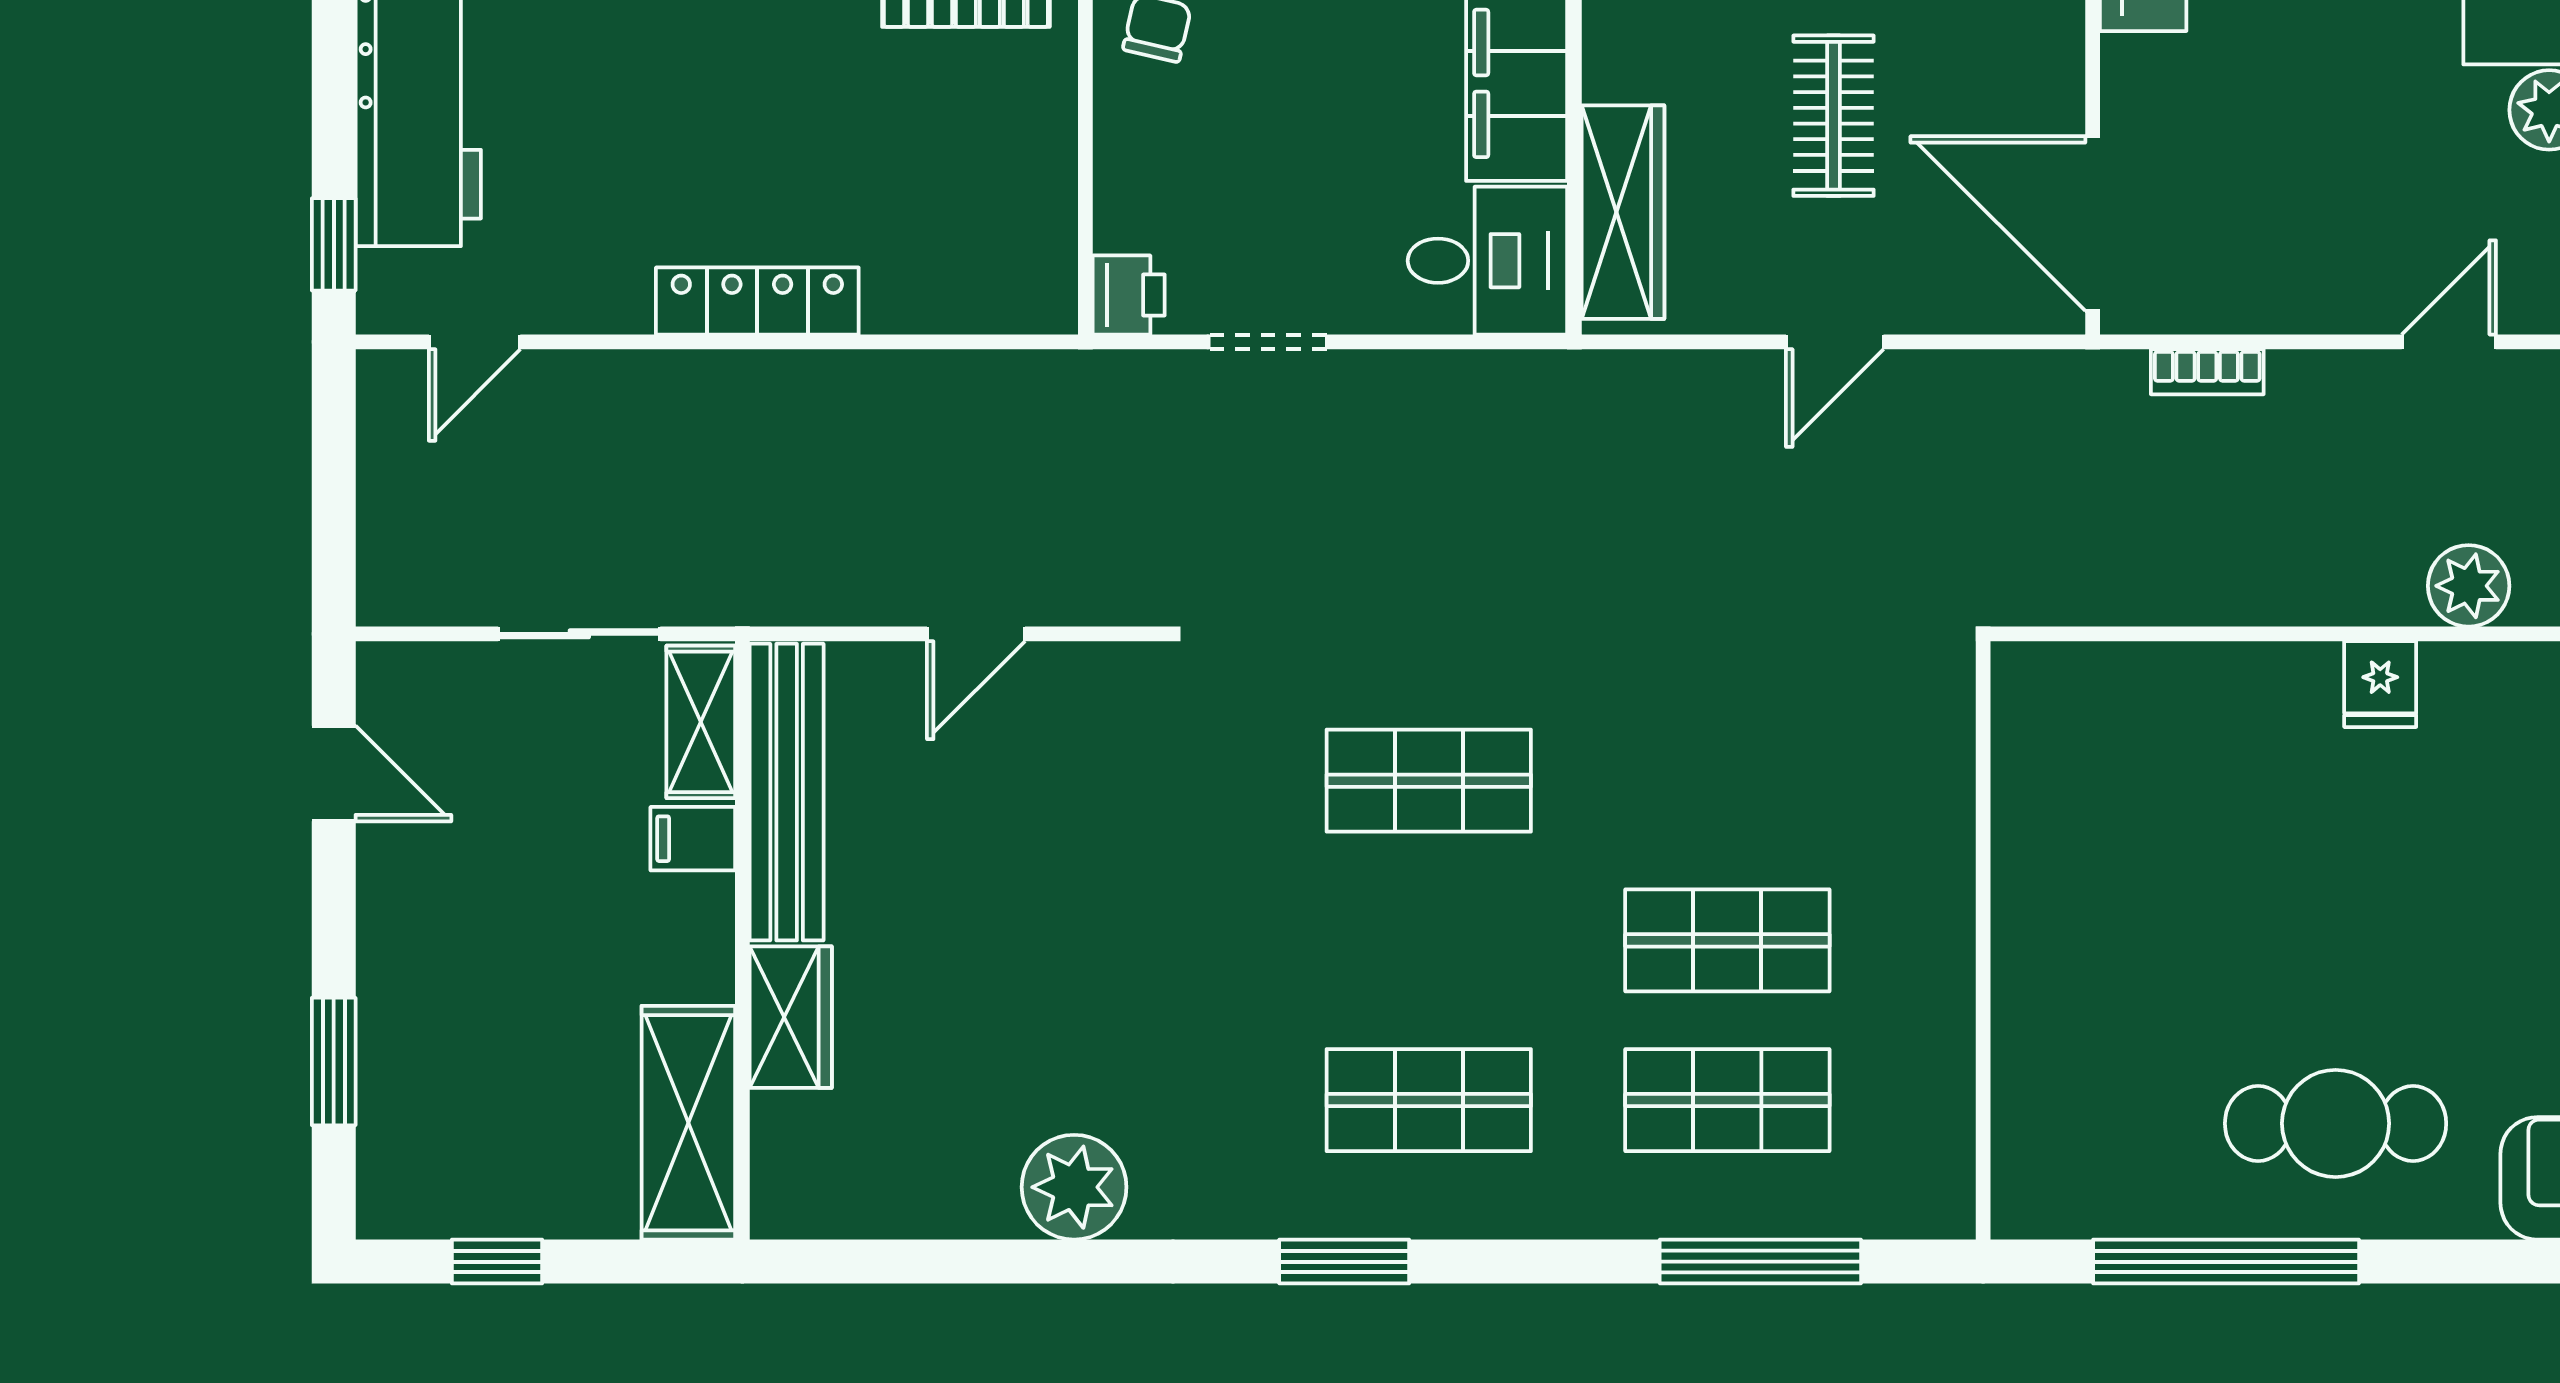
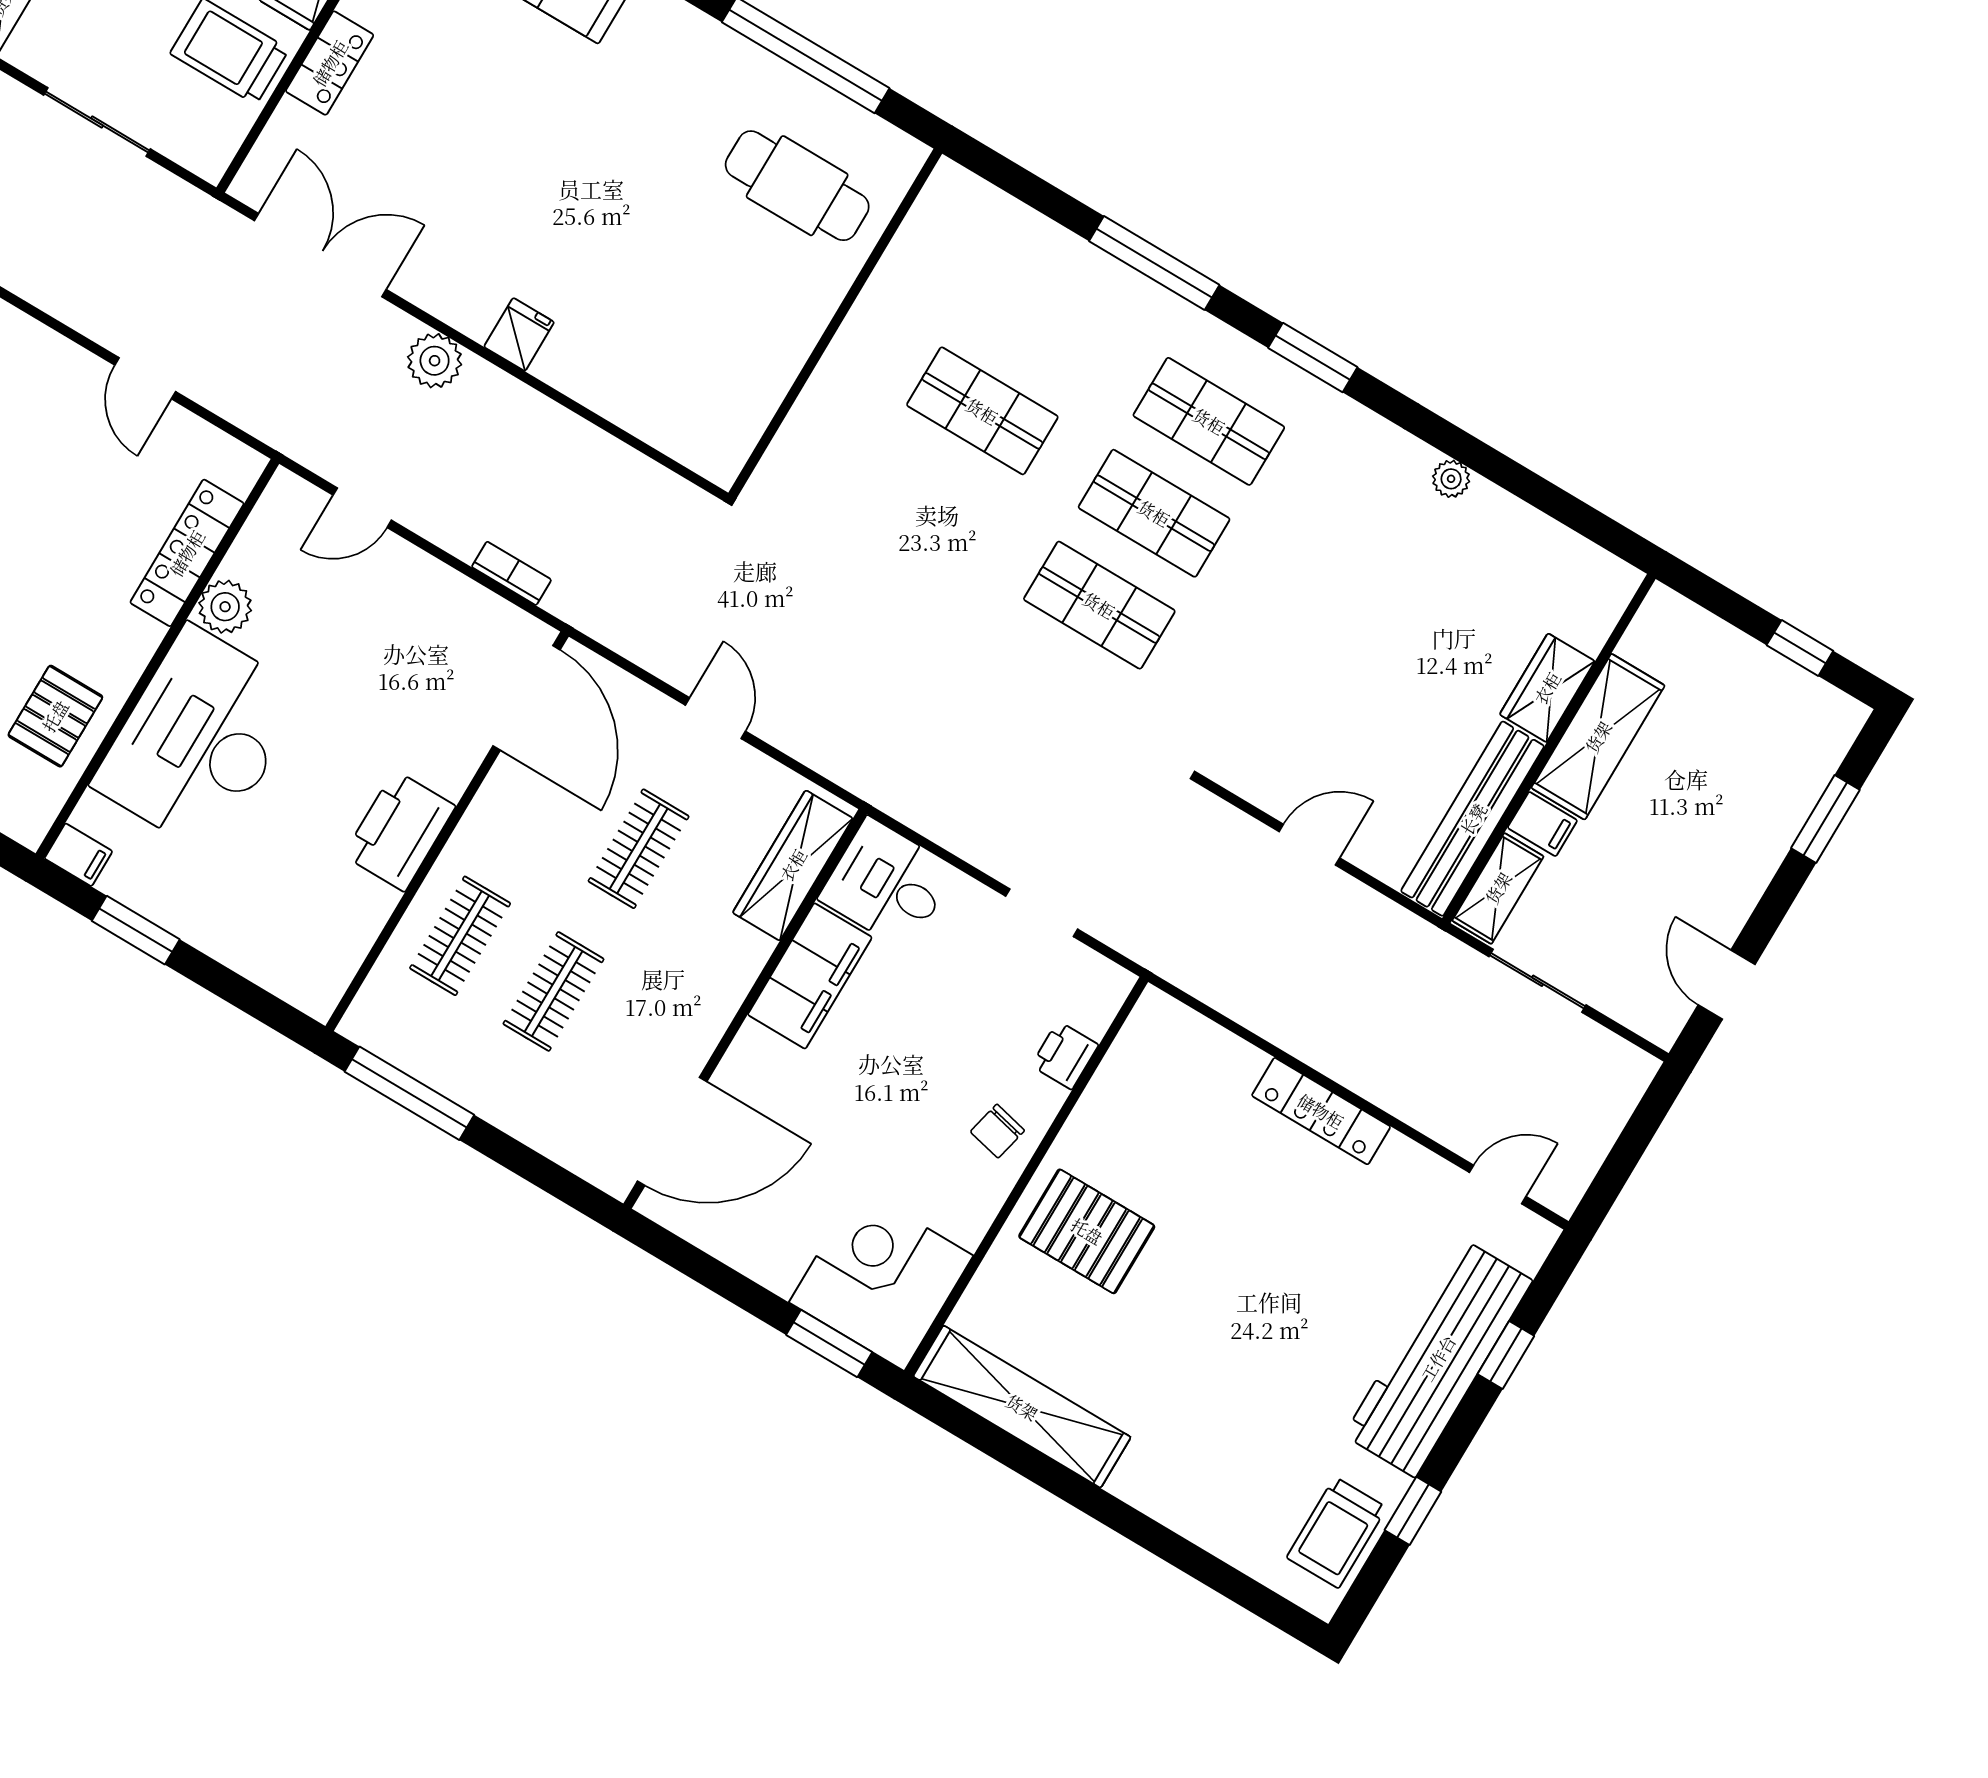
window: (334, 244) -> (1506, 1355), moved
printer: (1129, 295) -> (1065, 1055), moved
door: (1835, 342) -> (715, 718), hinge flipped
shop shelf: (1727, 1100) -> (1154, 513), moved
shelving: (688, 1123) -> (1598, 737), moved
cafe table: (2336, 1123) -> (797, 186), moved
plant: (1074, 1187) -> (1451, 479), width x0.53, depth x0.53
window: (1760, 1262) -> (1154, 263), moved

